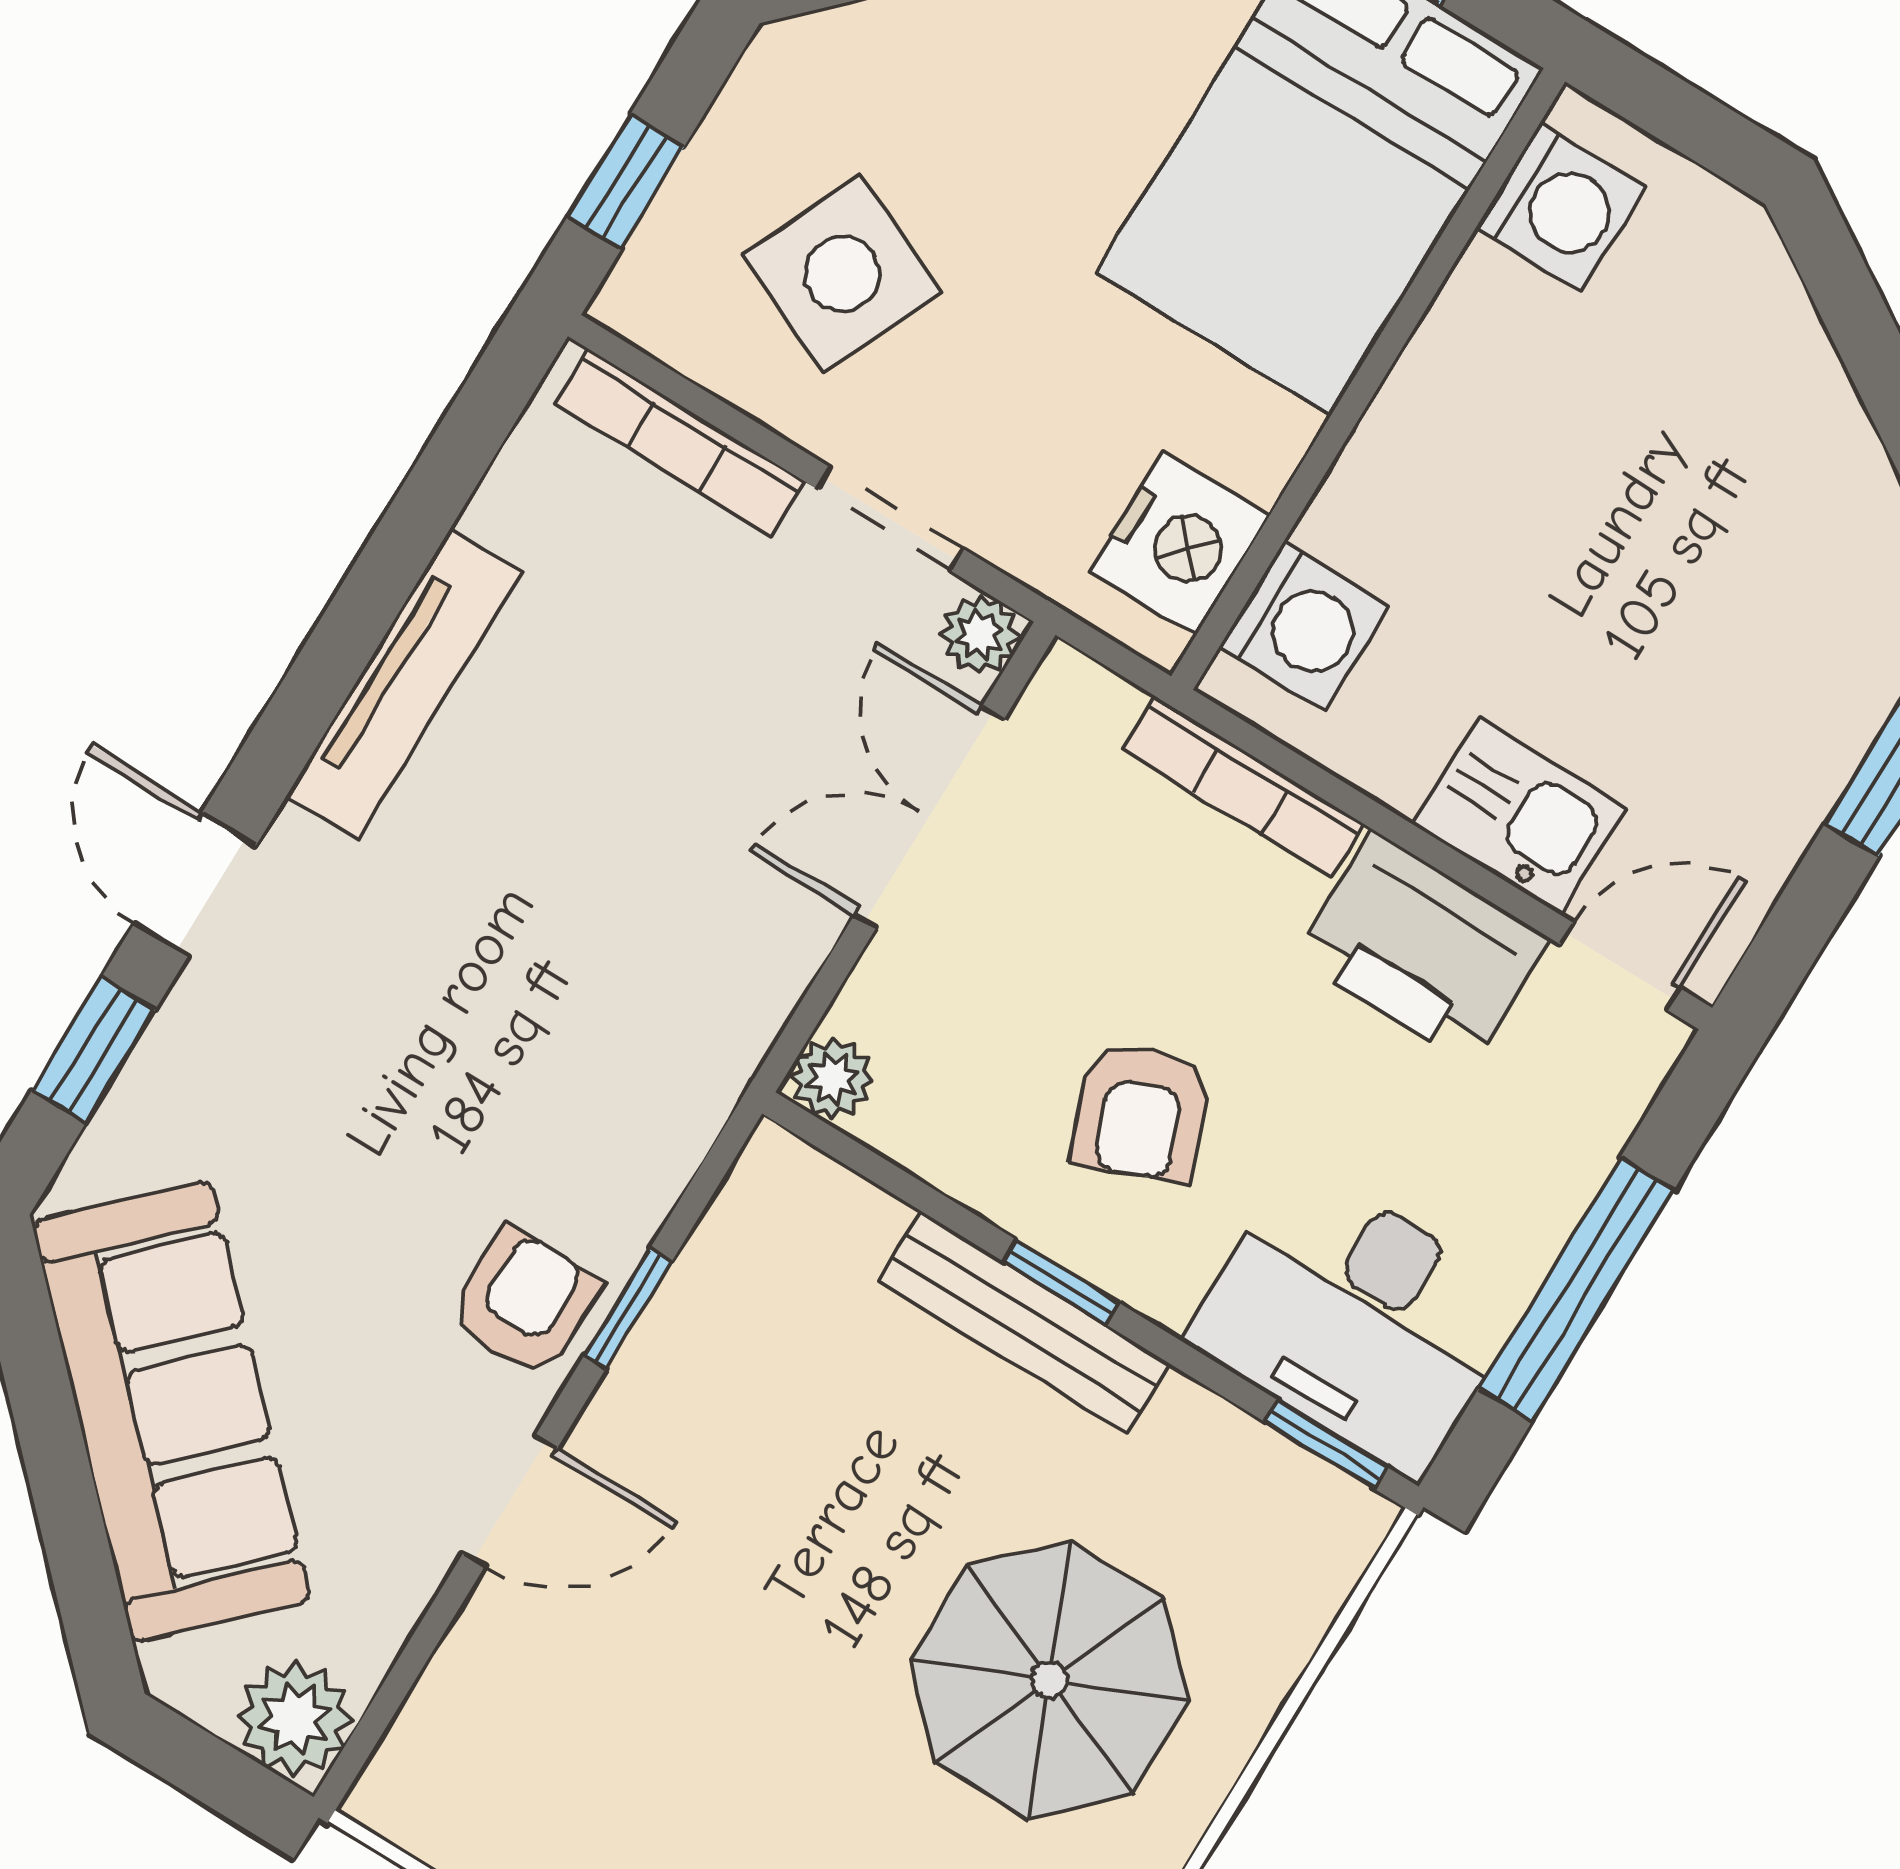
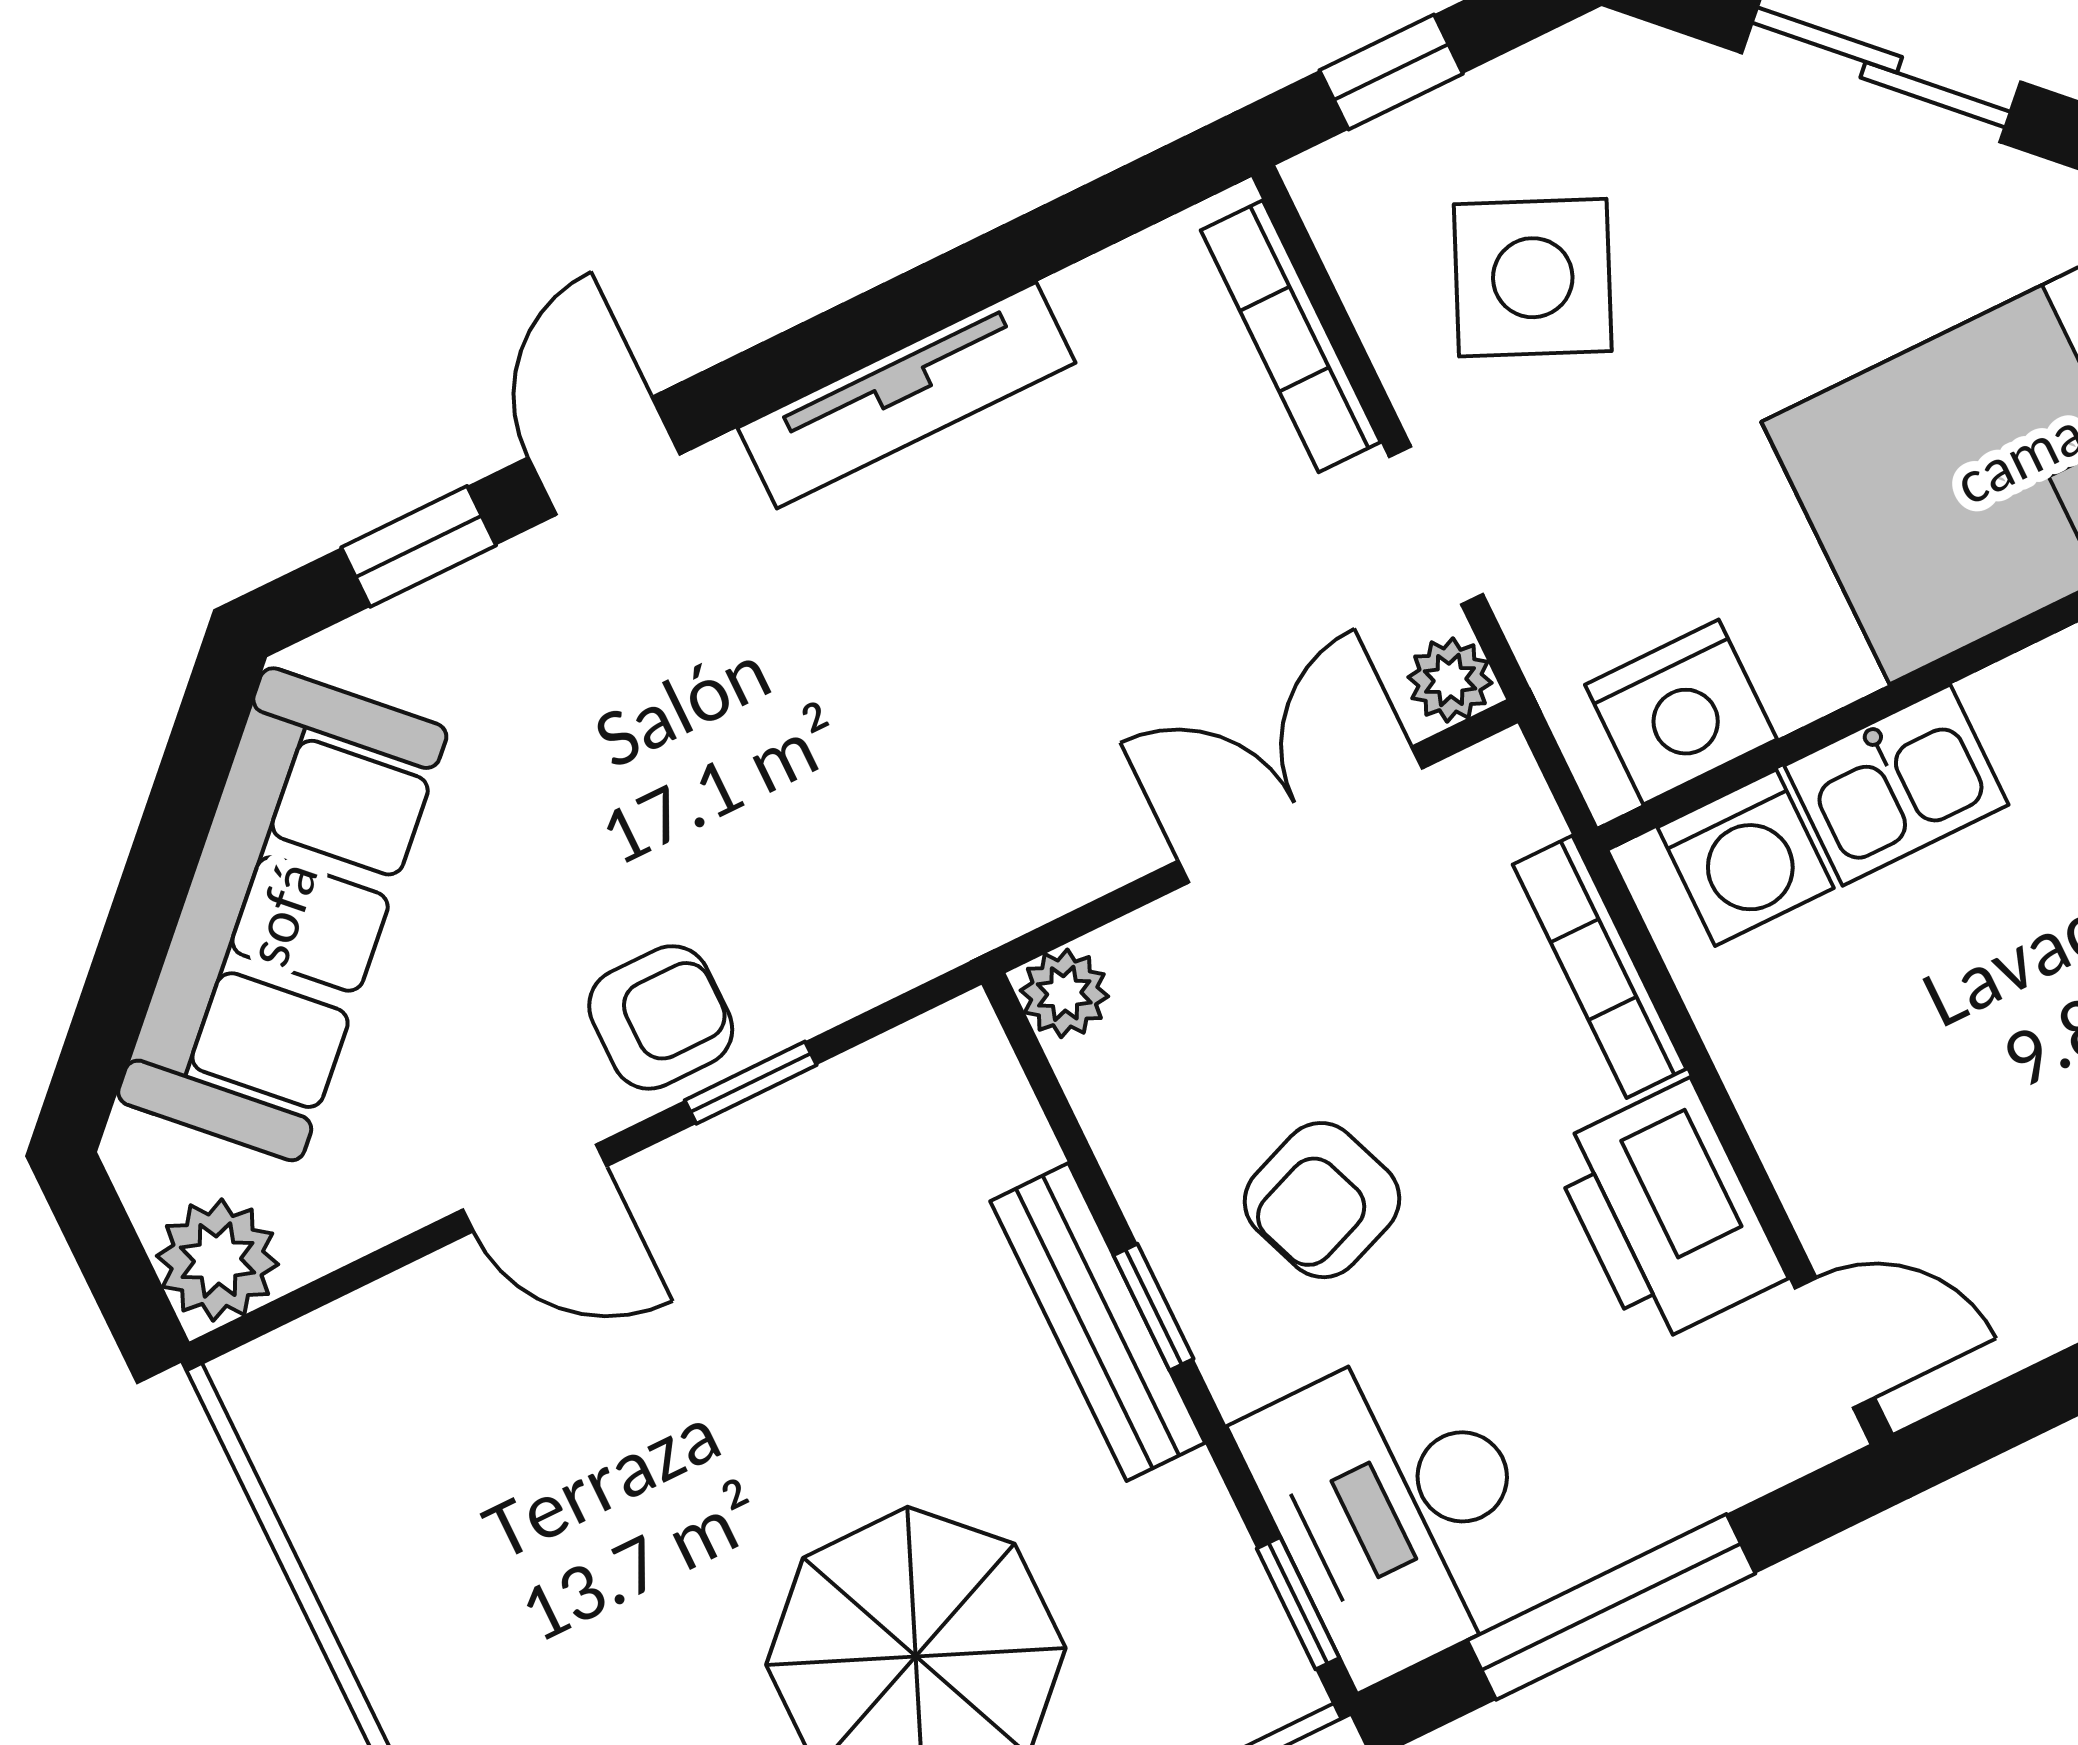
kitchen sink: (1519, 816) -> (1896, 785), moved, turned 90

